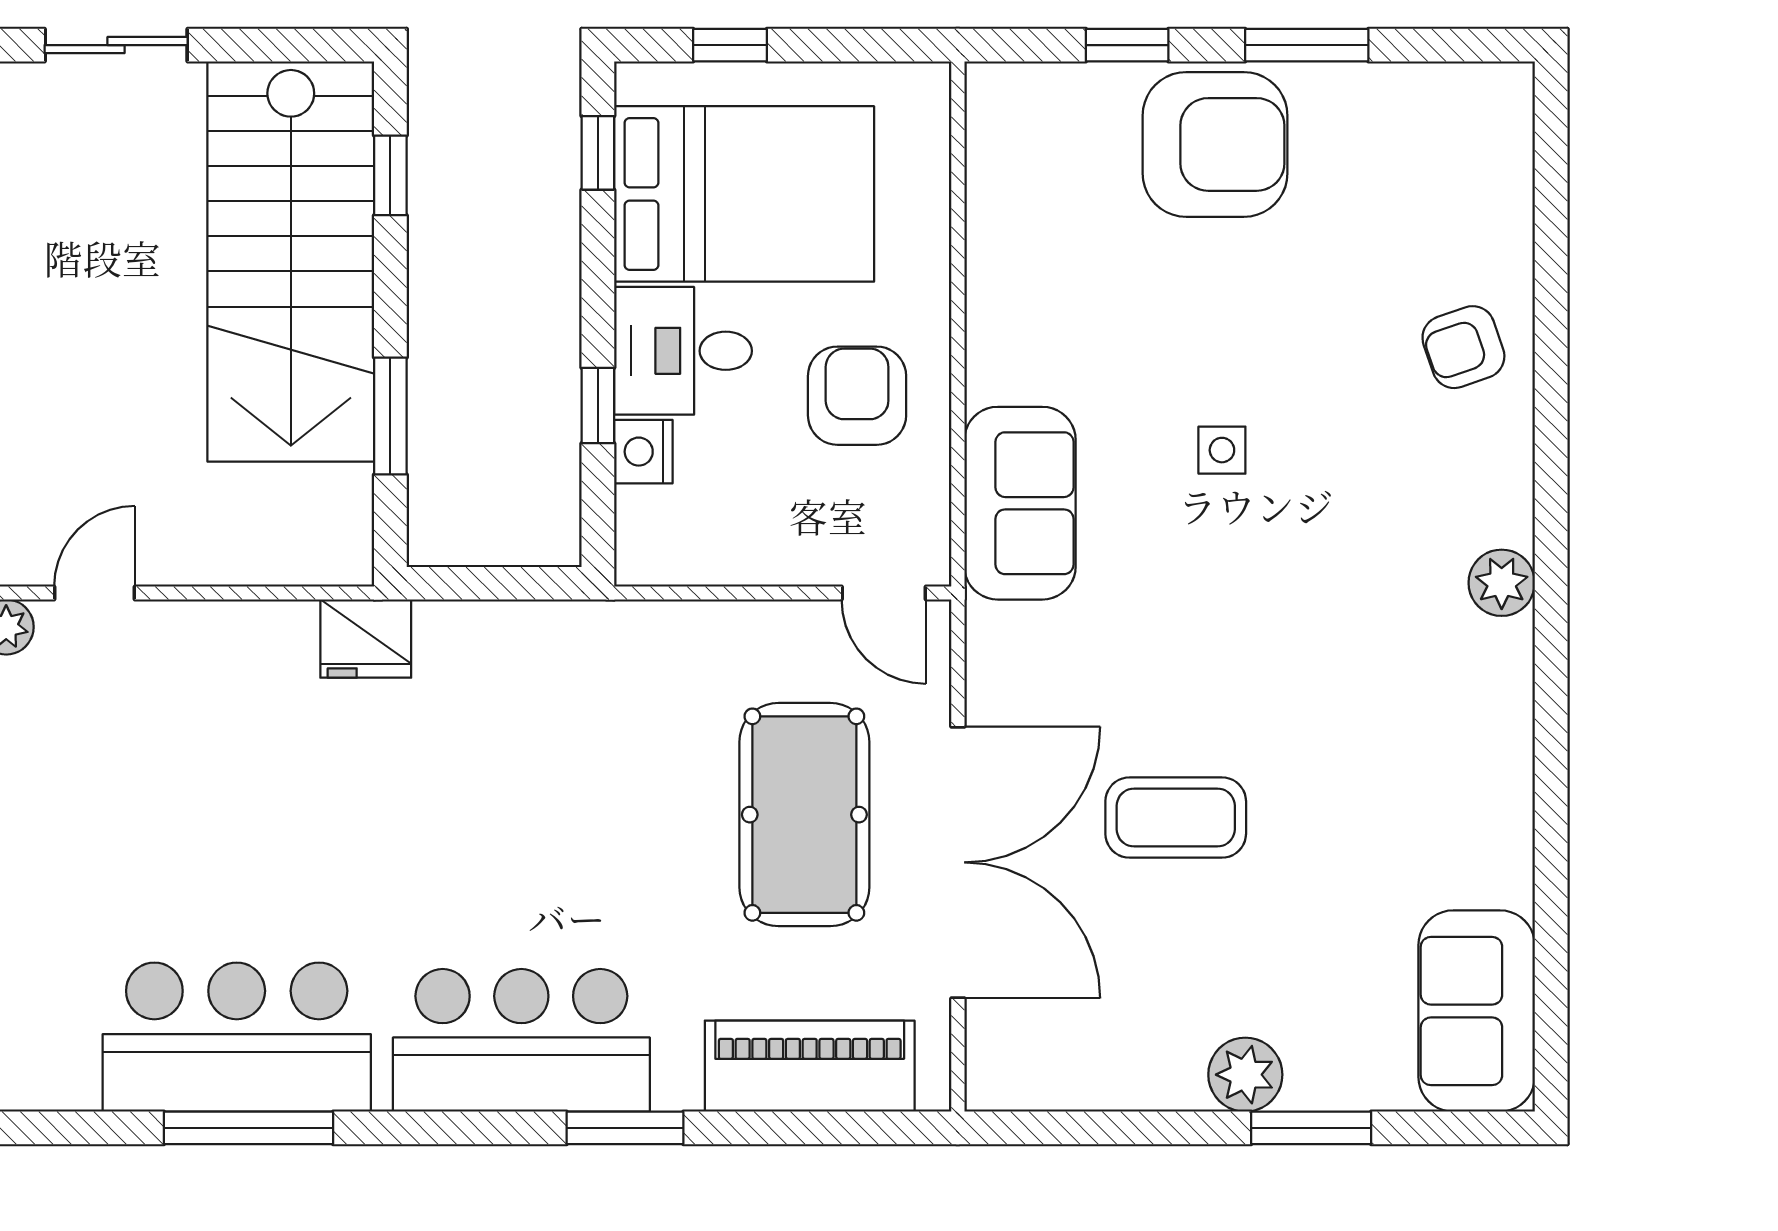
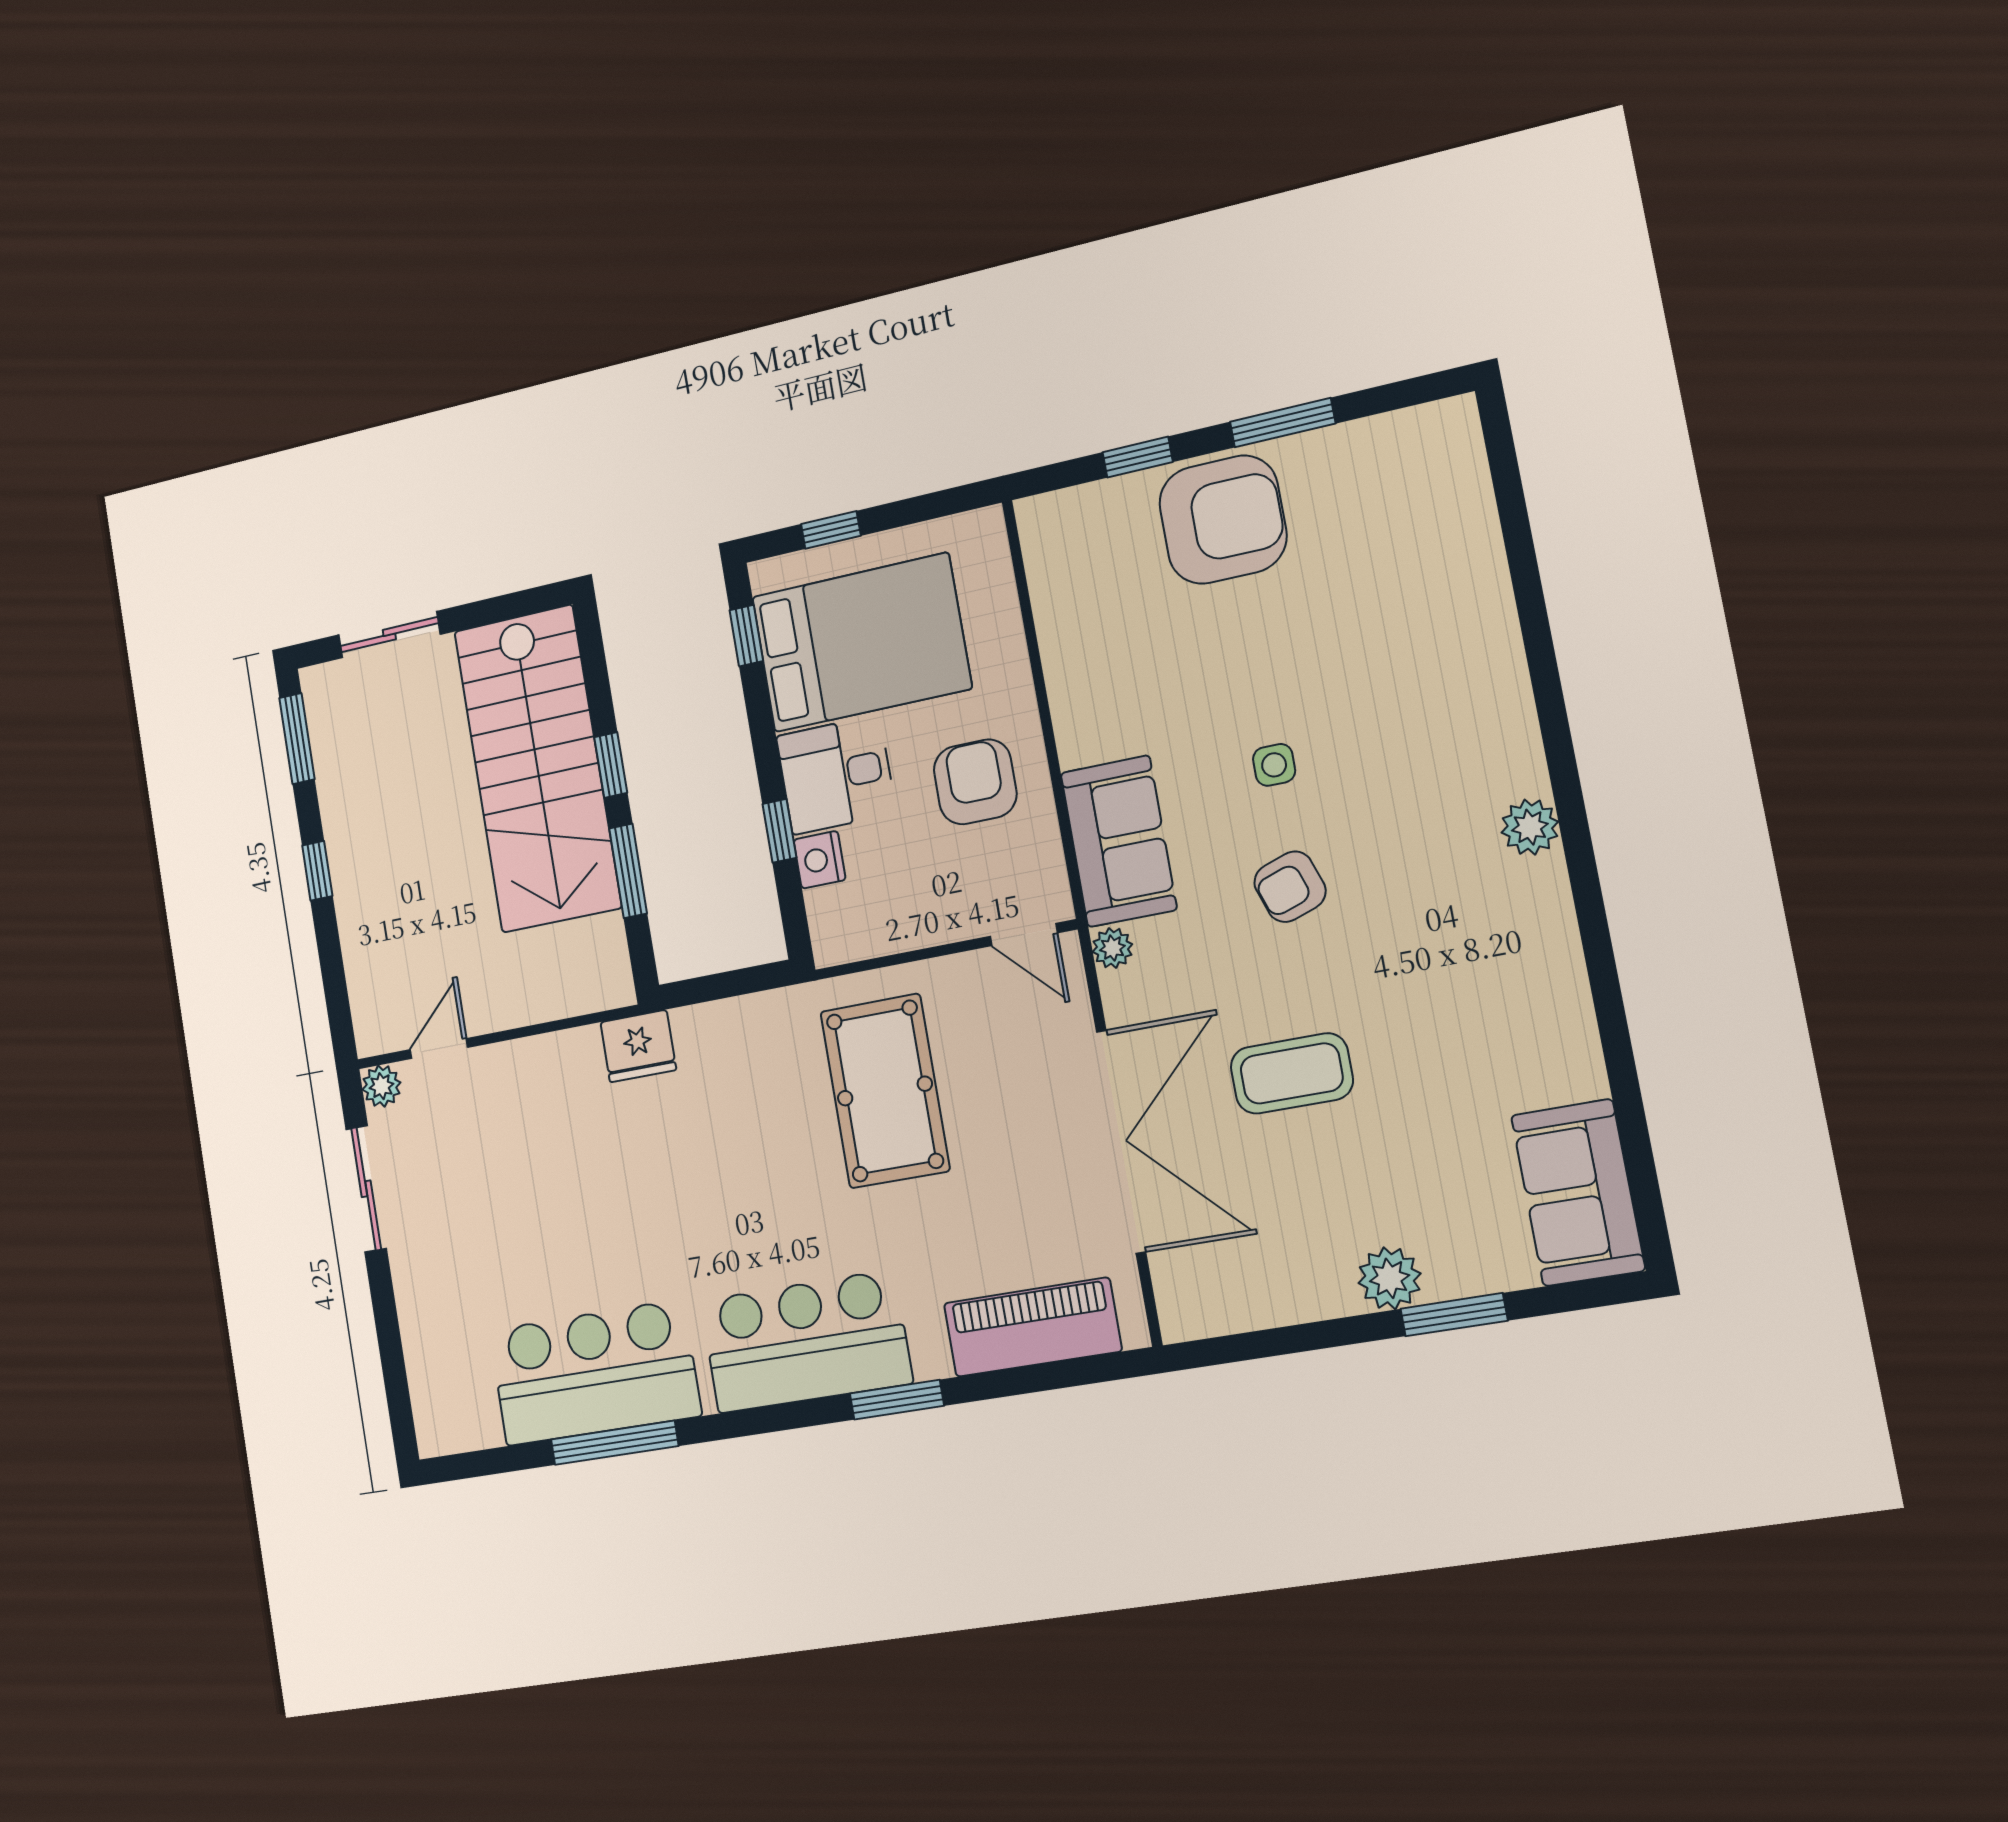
window: (390, 175) -> (611, 765), moved
armchair: (1463, 347) -> (1290, 887), moved
plant: (989, 630) -> (1112, 948), added
pool table: (804, 815) -> (885, 1091), moved

